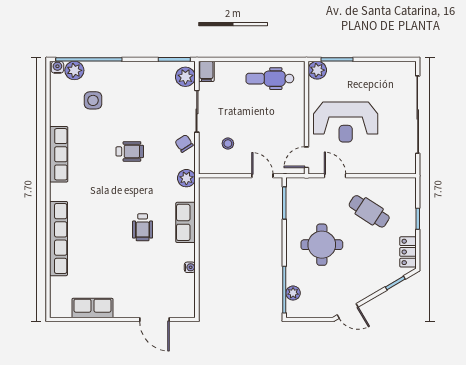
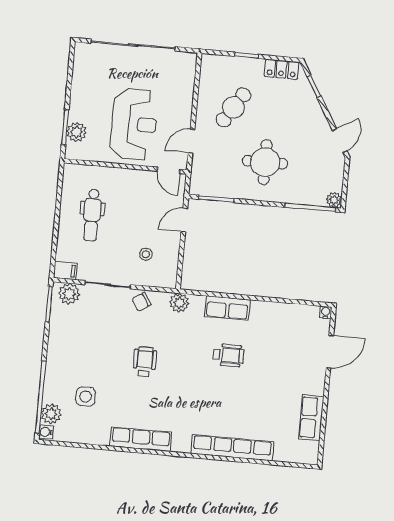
plant: (317, 70) -> (77, 132), moved
dental chair: (270, 79) -> (92, 215), moved
water cooler: (190, 267) -> (326, 312), moved
plant: (293, 293) -> (334, 200), moved

